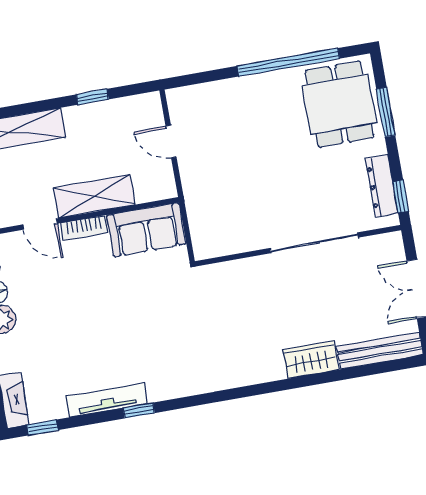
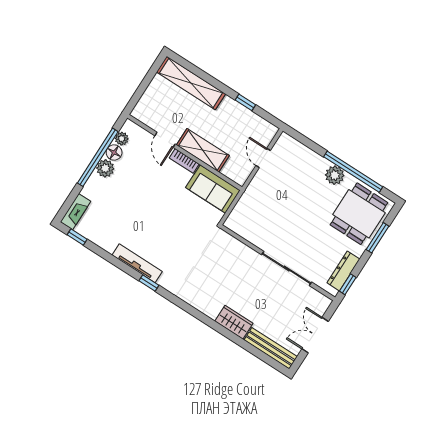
plant: (271, 86) -> (335, 175), added
tv unit: (107, 400) -> (137, 263), moved
window: (139, 410) -> (149, 283), moved

